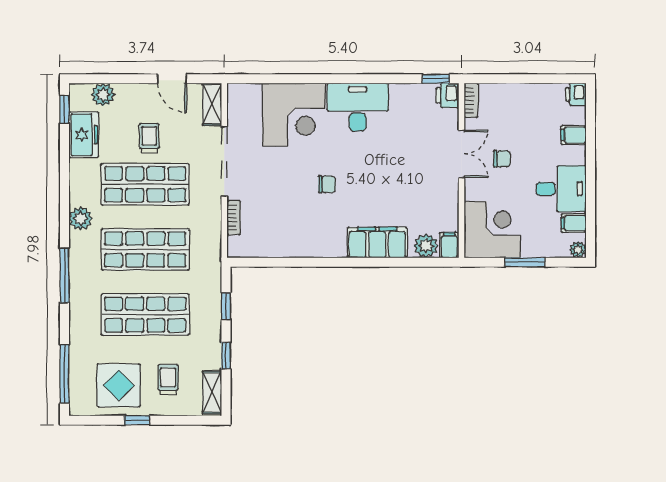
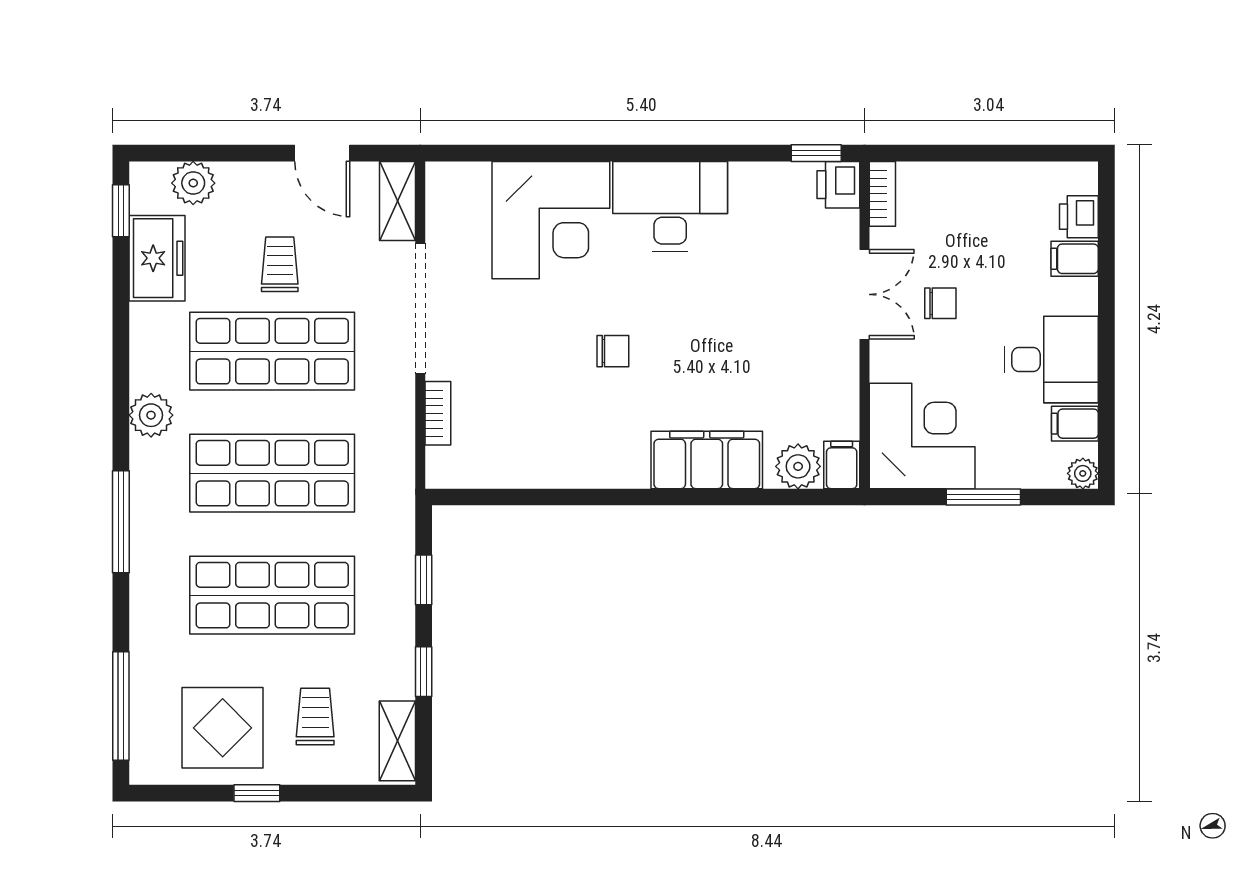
printer: (576, 94) -> (1079, 217), moved

